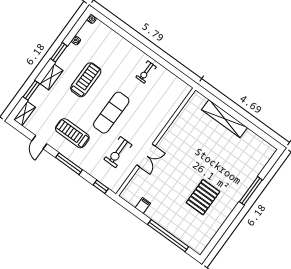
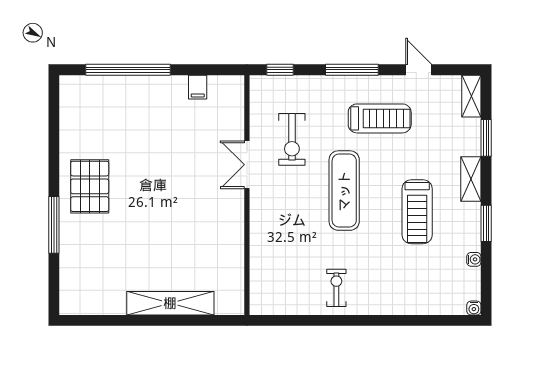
exercise bike: (118, 152) -> (292, 139), turned 180
pallet: (203, 197) -> (90, 186), moved

